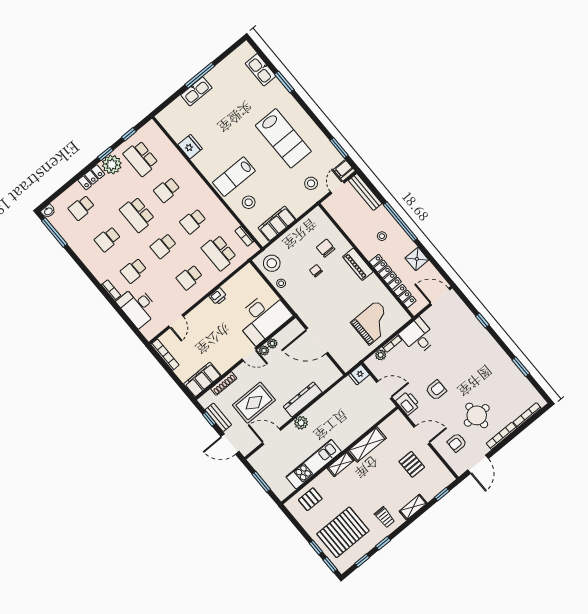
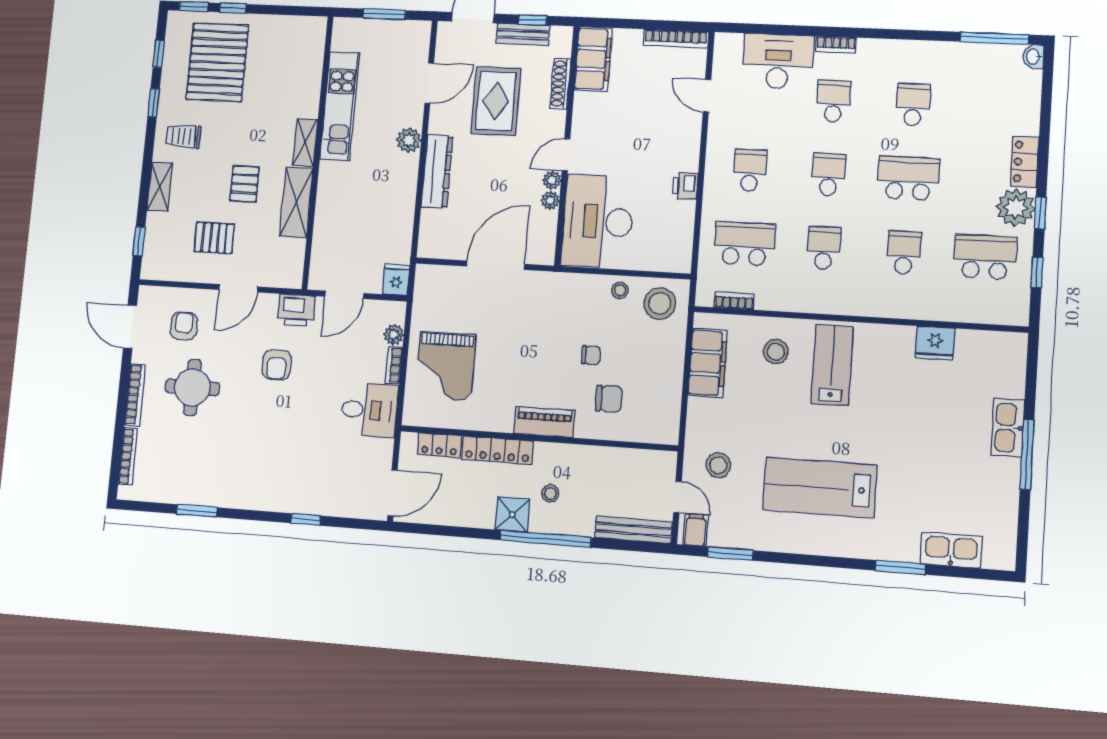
school desk: (81, 208) -> (994, 108), removed
shower: (417, 259) -> (512, 514), moved
pallet: (310, 499) -> (244, 184), moved

